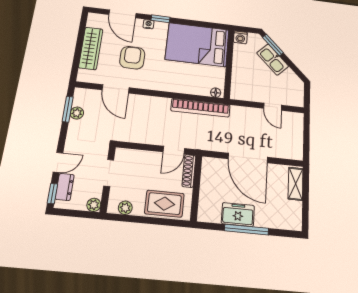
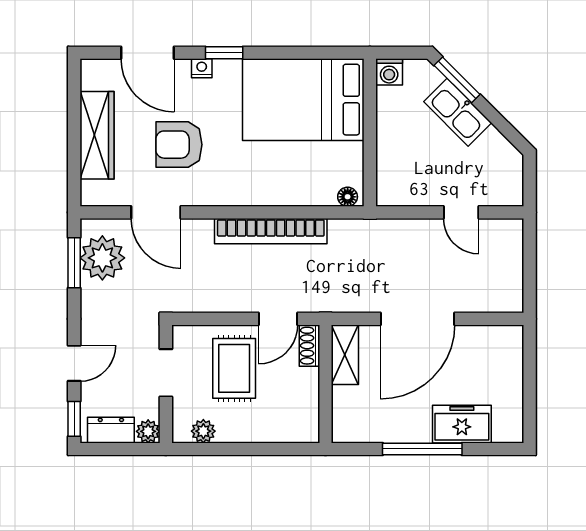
armchair: (132, 58) -> (179, 145), turned -90
bookcase: (200, 108) -> (271, 231), moved
plant: (77, 113) -> (102, 258), width x1.87, depth x1.87
door: (248, 158) -> (418, 319), hinge flipped
shoe rack: (189, 171) -> (310, 346), width x0.70
shelving: (296, 184) -> (345, 355), moved
dresser: (65, 187) -> (111, 430), moved, turned -90
rug: (164, 204) -> (234, 368), moved, turned 90
freezer: (238, 215) -> (462, 424), moved

